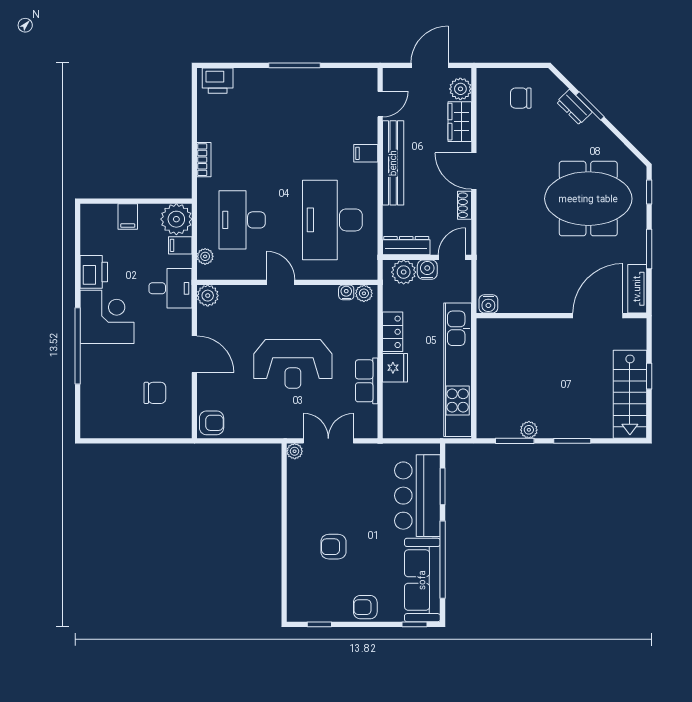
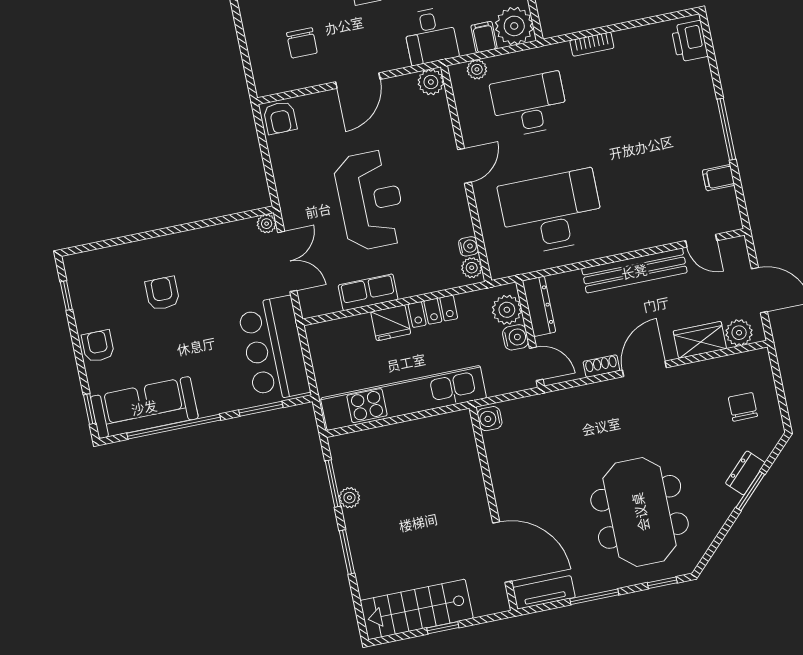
filing cabinet: (366, 153) -> (718, 178), moved, turned -90
reception desk: (293, 364) -> (370, 200), turned 180
bar counter: (417, 496) -> (274, 349), moved, turned -90

